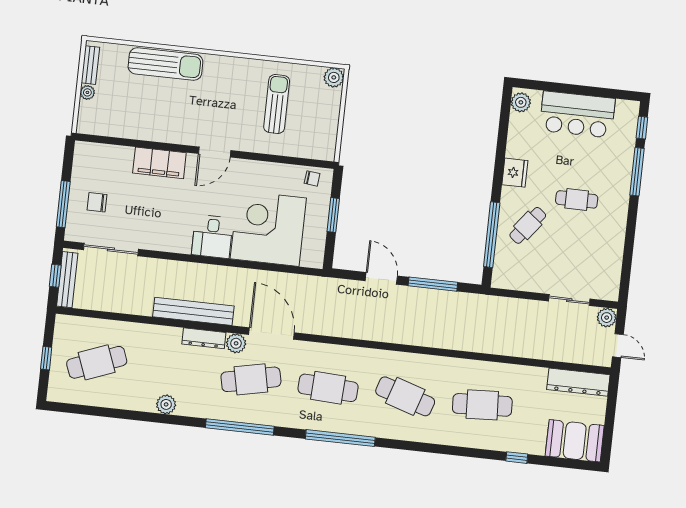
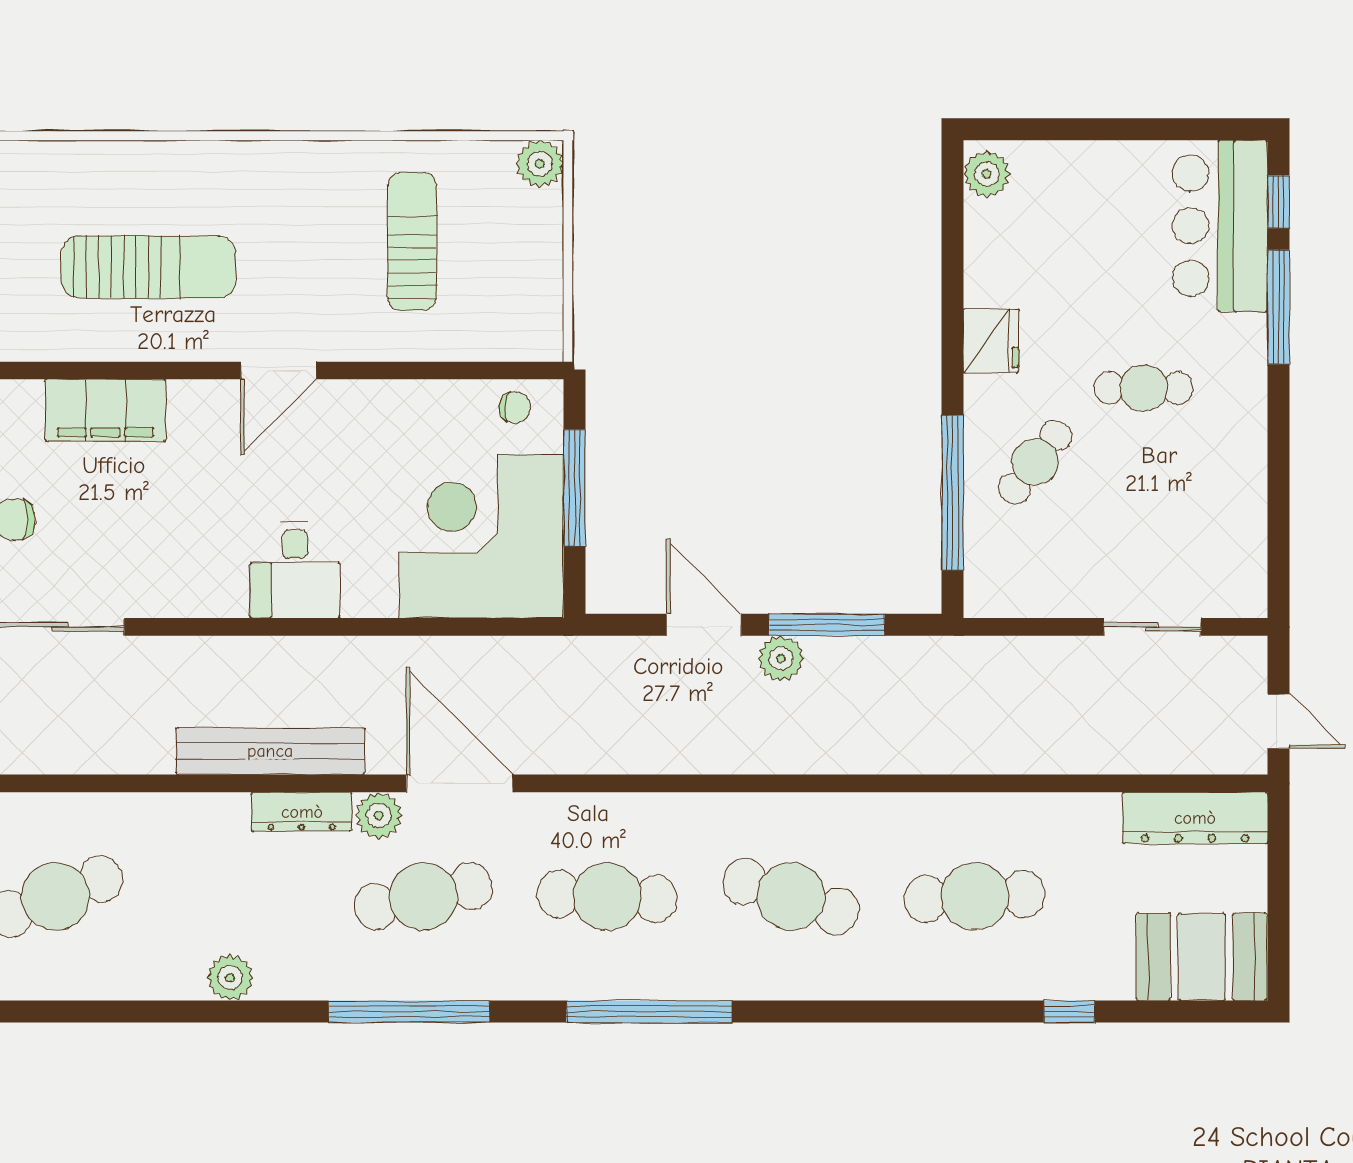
sun lounger: (165, 64) -> (149, 267), moved
bar counter: (577, 114) -> (1220, 226), moved, turned 90
filing cabinet: (159, 163) -> (105, 410), moved
window: (333, 215) -> (574, 488), width x1.44
corner desk: (268, 228) -> (481, 536), moved
plant: (607, 318) -> (781, 658), moved

